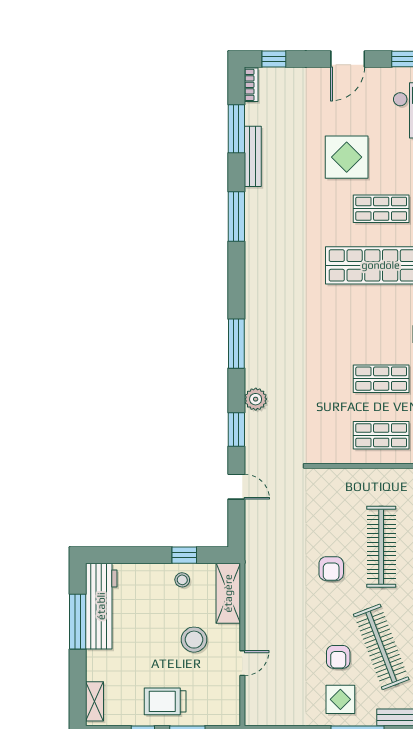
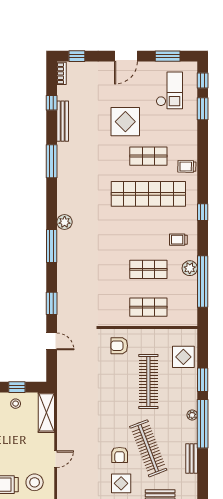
window: (236, 129) -> (52, 103), width x0.46
plant: (256, 399) -> (65, 222), moved
armchair: (331, 569) -> (119, 346), moved, turned 90
stool: (194, 640) -> (35, 482), moved

